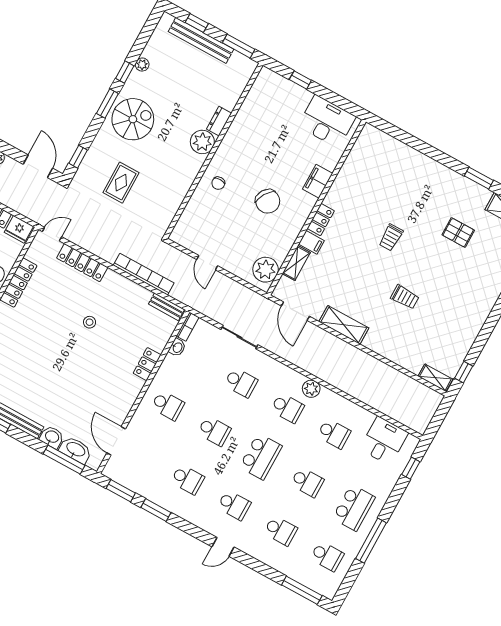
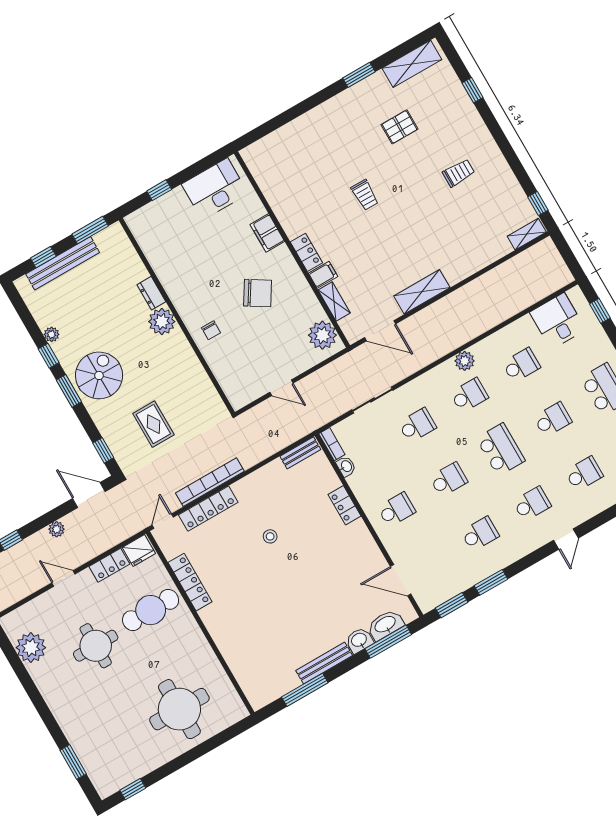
bookcase: (144, 274) -> (210, 482), moved
trolley: (405, 297) -> (459, 173), moved

